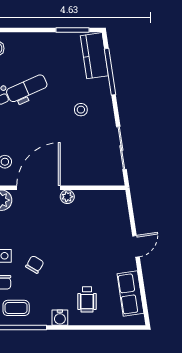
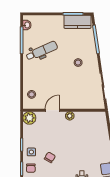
kitchen counter: (94, 56) -> (77, 22), moved, turned -82
door: (38, 188) -> (52, 110), width x0.53

